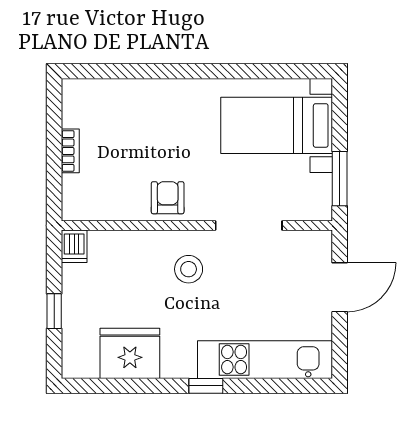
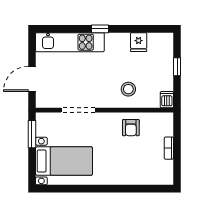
armchair: (168, 198) -> (131, 128), moved
stool: (189, 269) -> (128, 89), moved
fridge: (130, 353) -> (139, 42), width x0.53, depth x0.75

